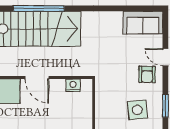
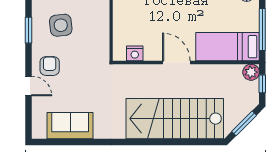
window: (39, 8) -> (174, 142), removed
sofa: (143, 23) -> (70, 126), moved

